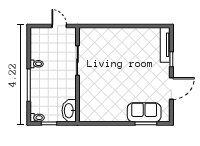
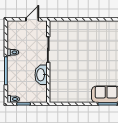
door: (59, 26) -> (32, 19), hinge flipped
washbasin: (69, 111) -> (41, 75), moved

